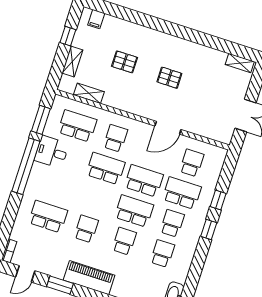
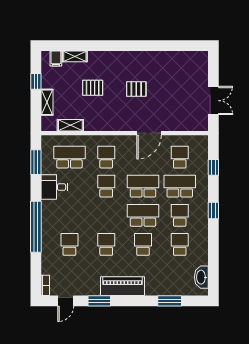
shelving: (240, 63) -> (75, 56), moved
window: (26, 166) -> (36, 227), moved
school desk: (106, 168) -> (106, 186), width x0.54
window: (218, 200) -> (213, 167), moved
school desk: (48, 217) -> (69, 244), width x0.54

